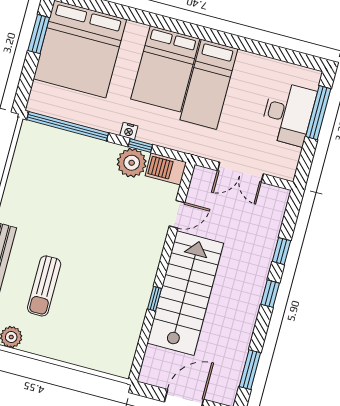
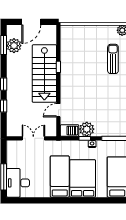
desk: (288, 114) -> (18, 183), moved
plant: (230, 363) -> (14, 46), added

